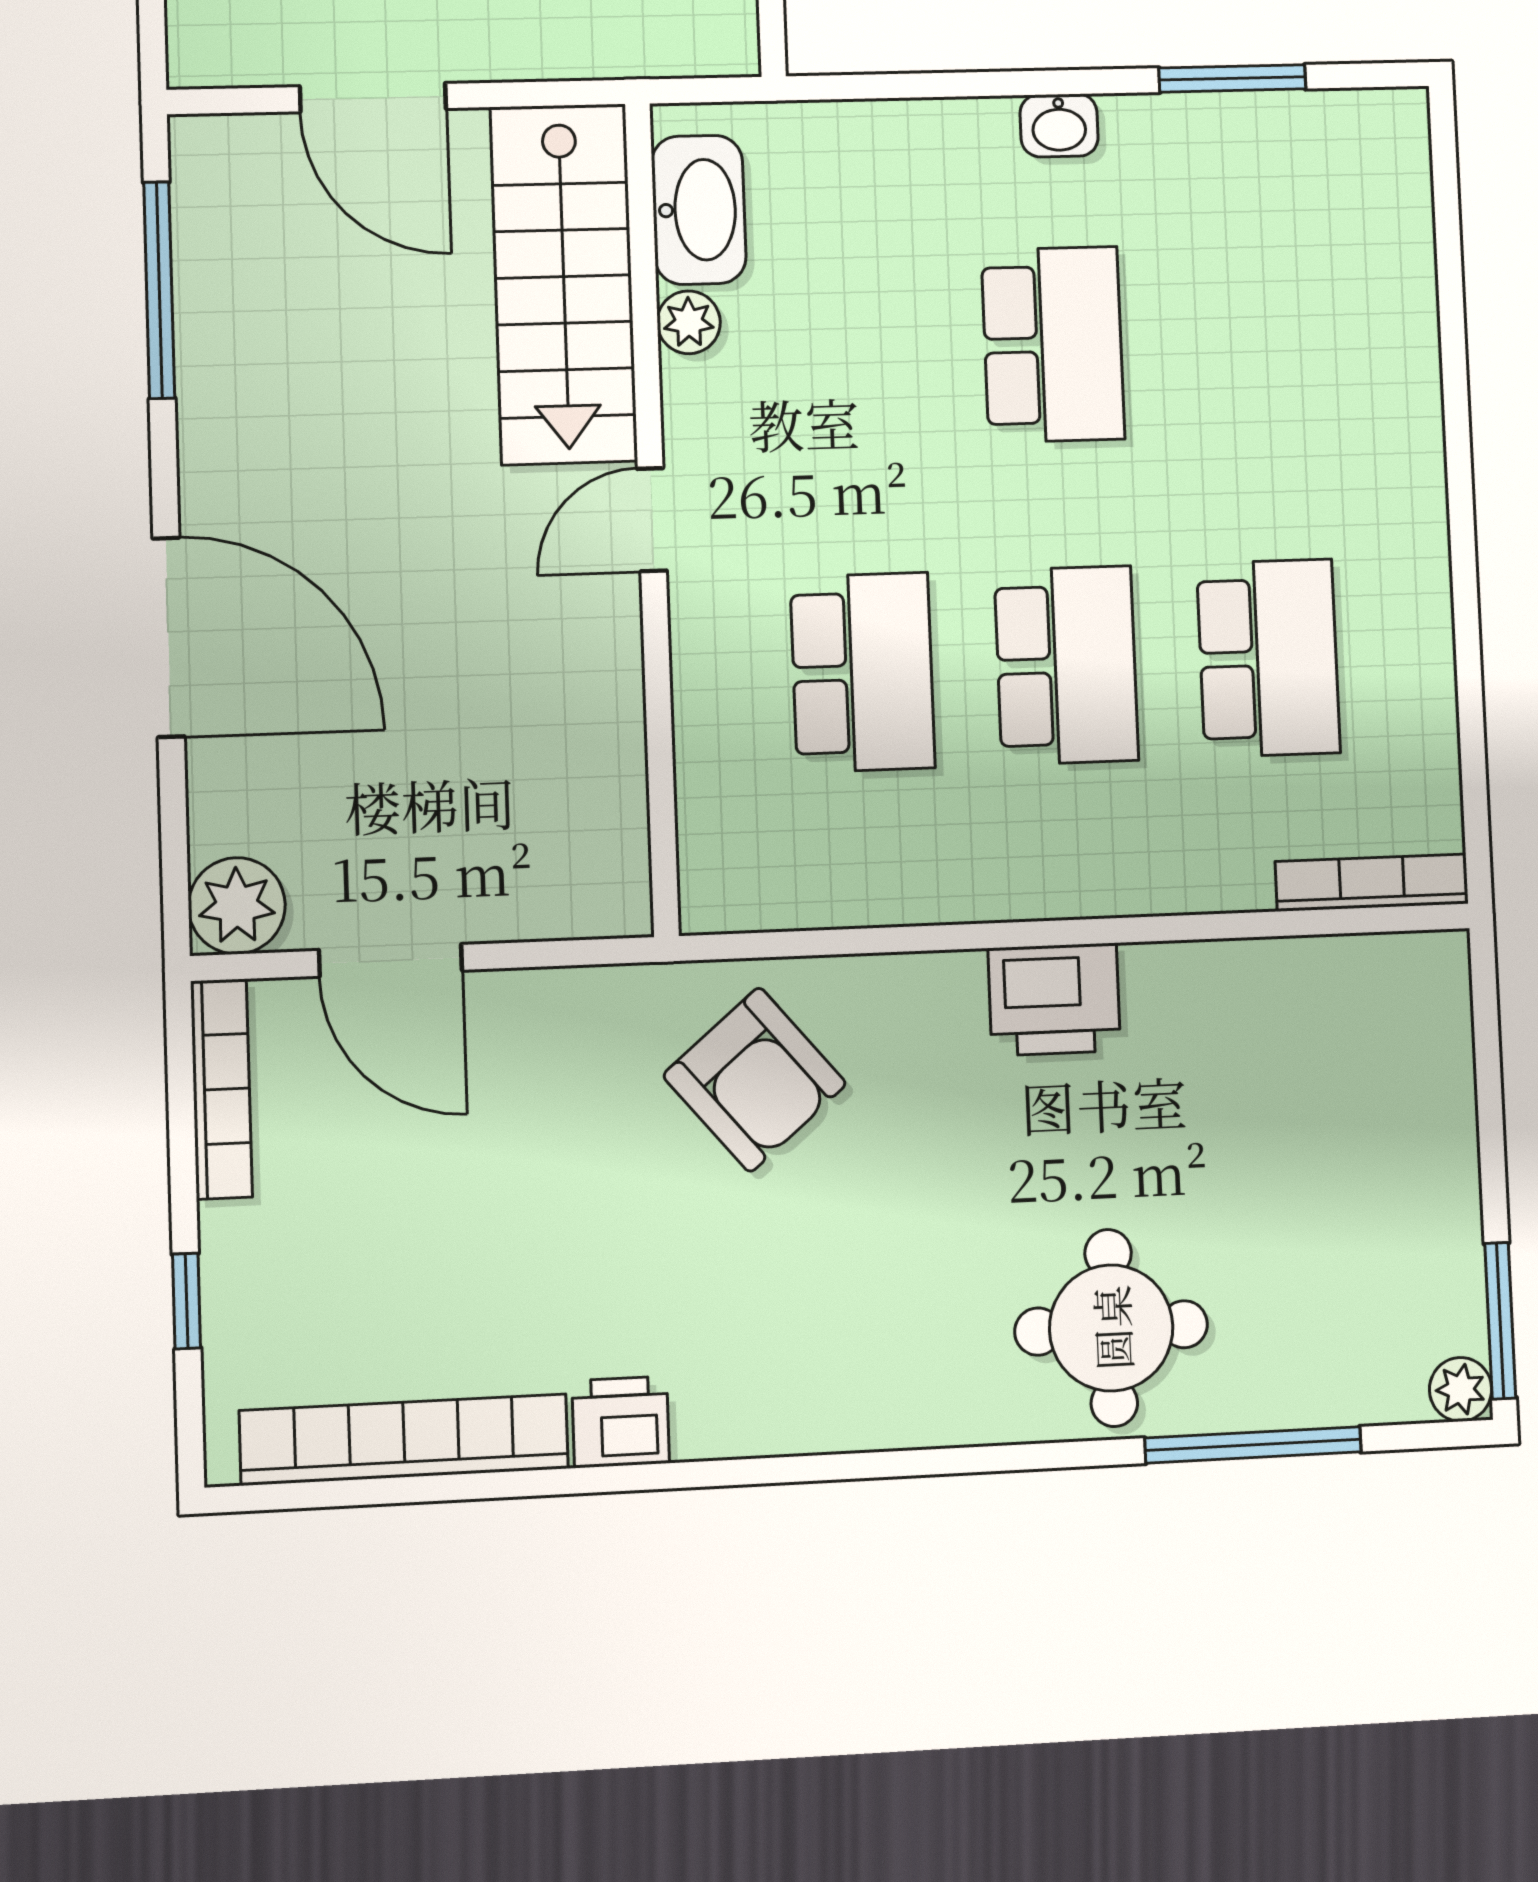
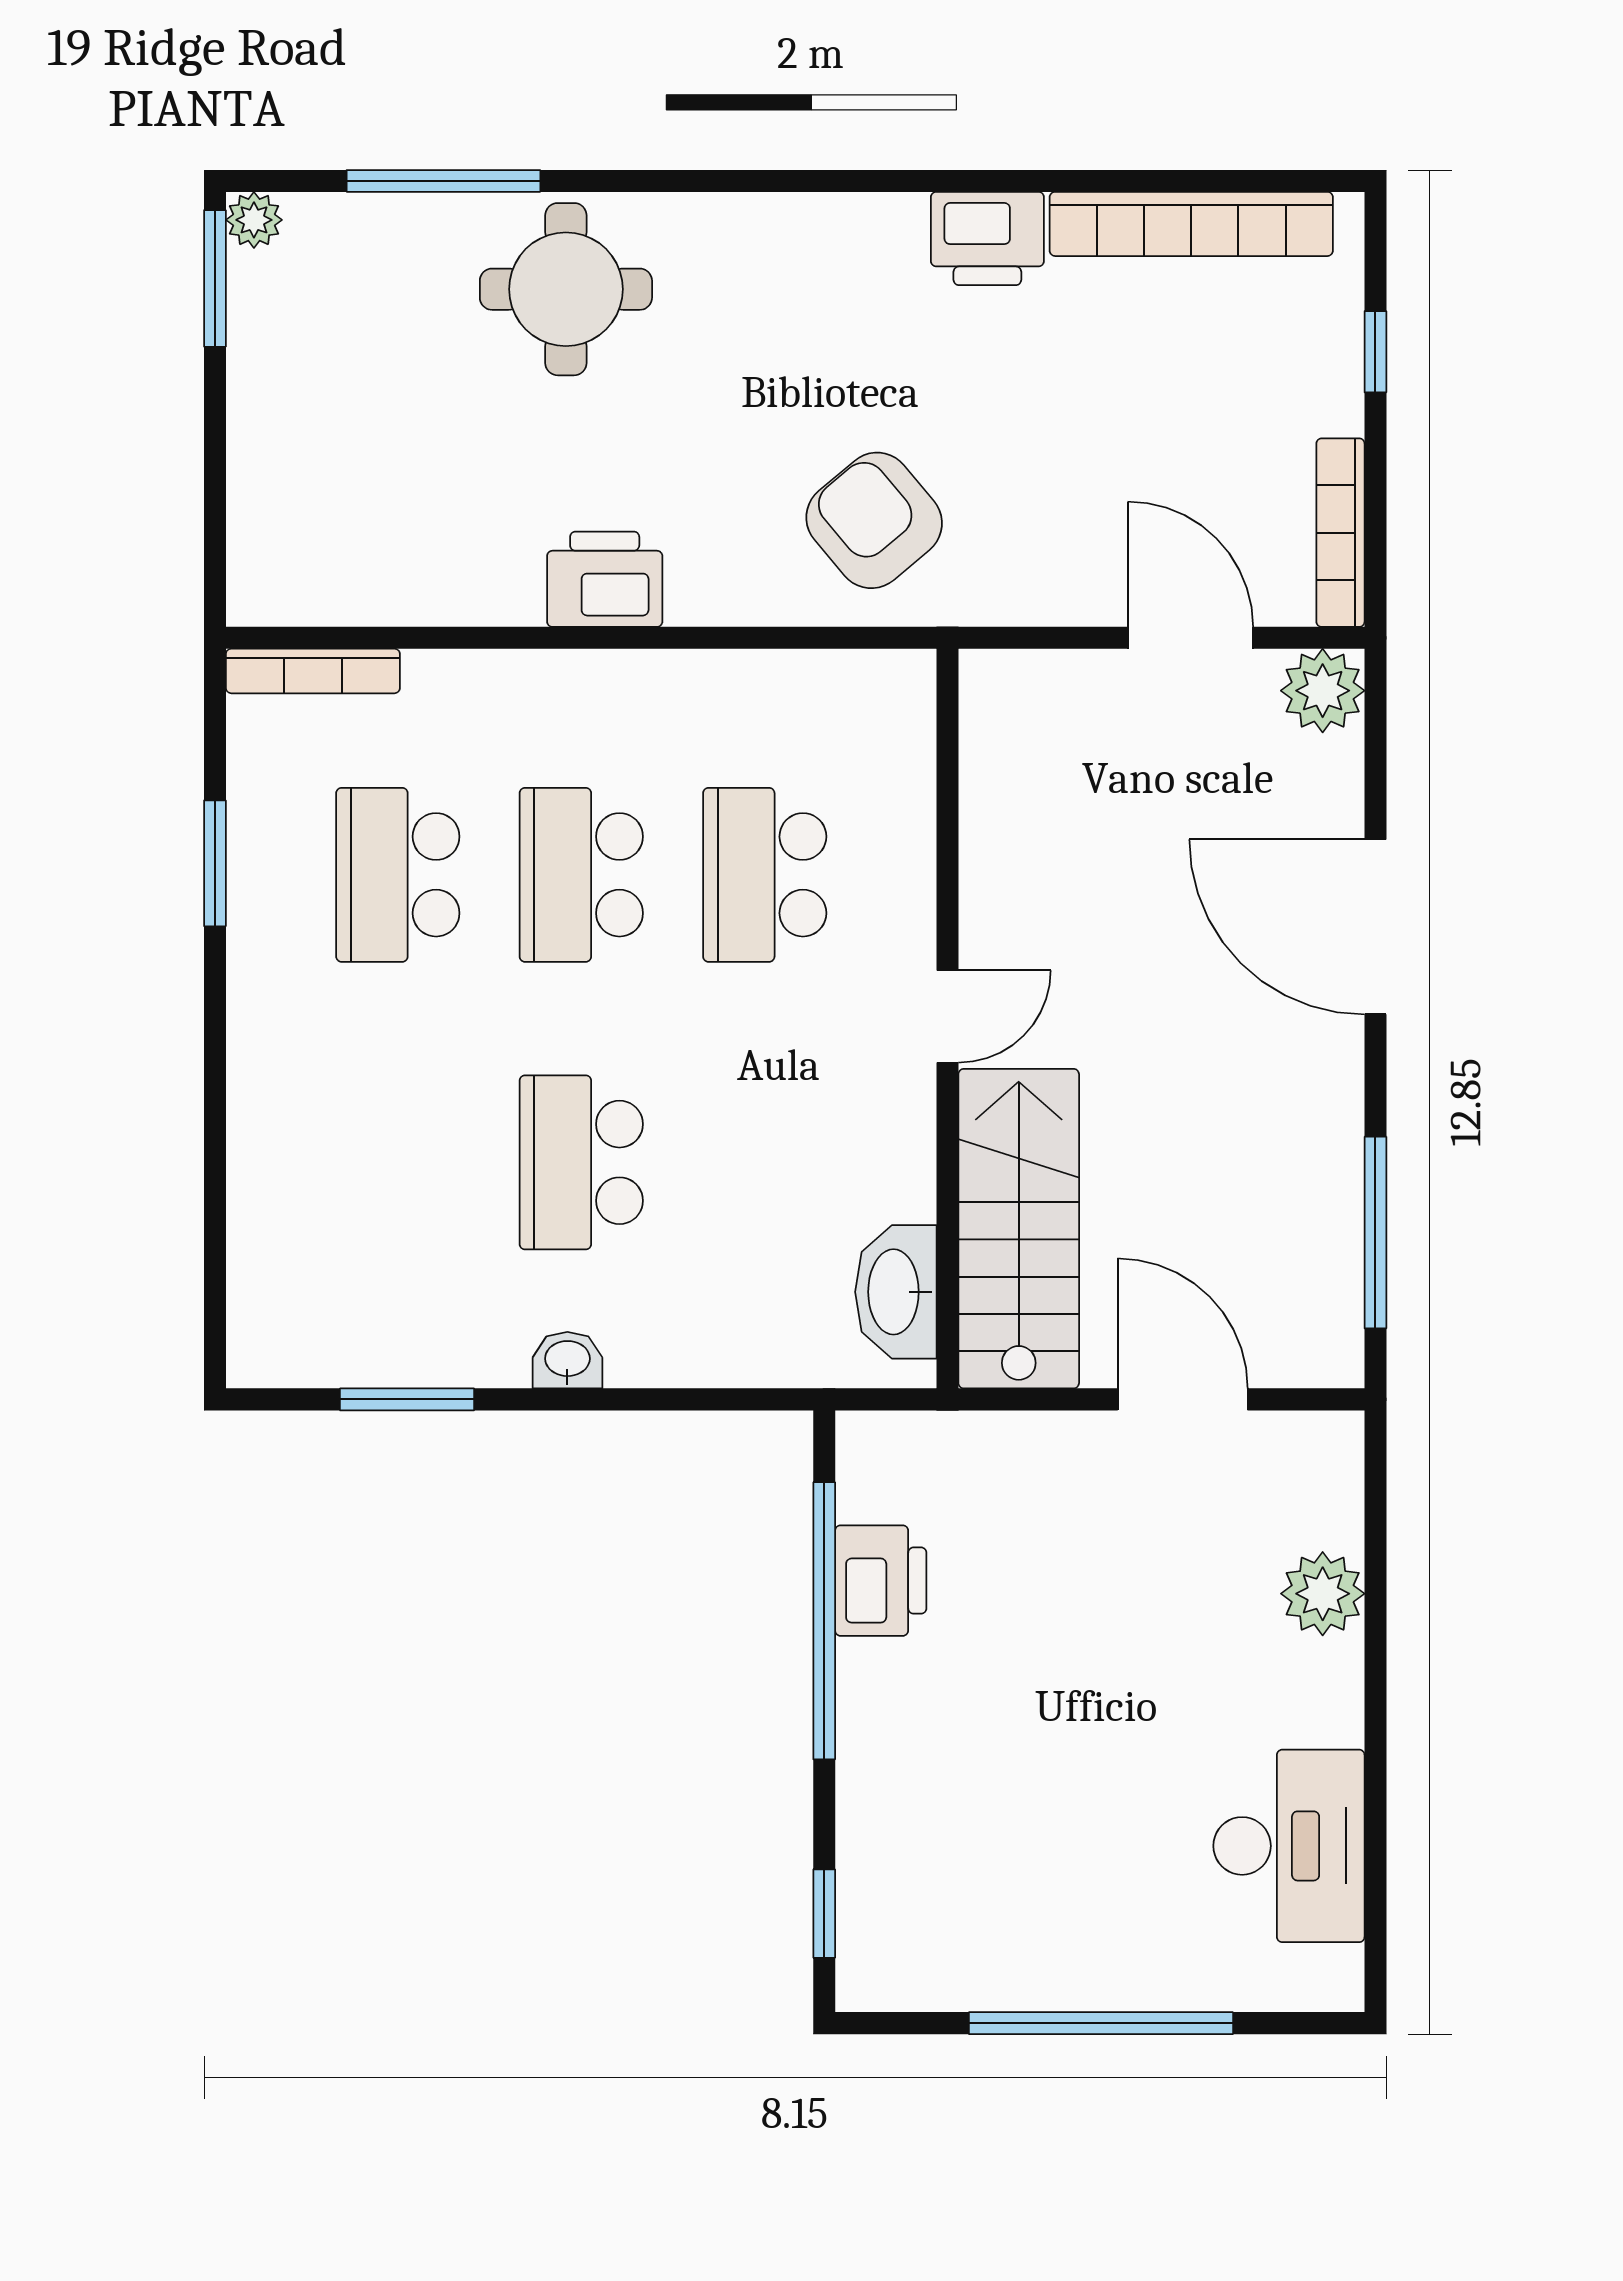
plant: (689, 322) -> (909, 1191), removed
window: (1469, 664) -> (215, 863), added
printer: (621, 1422) -> (987, 238), width x1.36, depth x1.24

